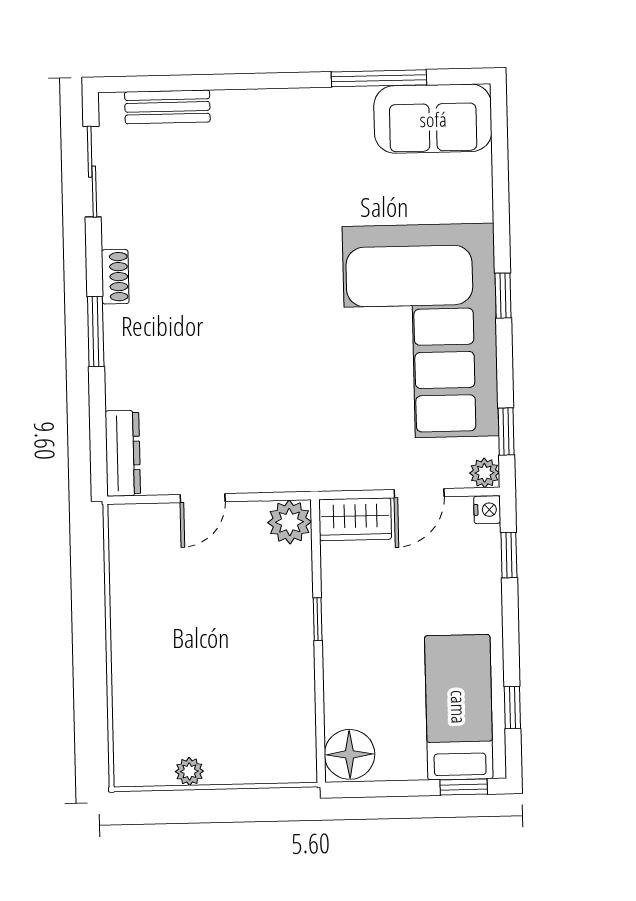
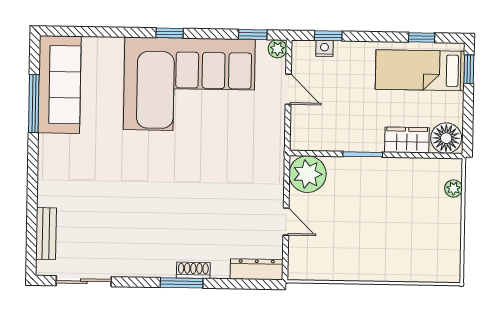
sofa: (433, 119) -> (59, 85), width x1.36
shoe rack: (115, 277) -> (193, 270), moved
nightstand: (487, 510) -> (324, 48), moved
wardrobe: (355, 519) -> (407, 140), moved, turned -90
plant: (290, 522) -> (308, 174), width x1.36, depth x1.36
window: (318, 619) -> (363, 154), width x1.50
plant: (189, 771) -> (453, 188), moved

